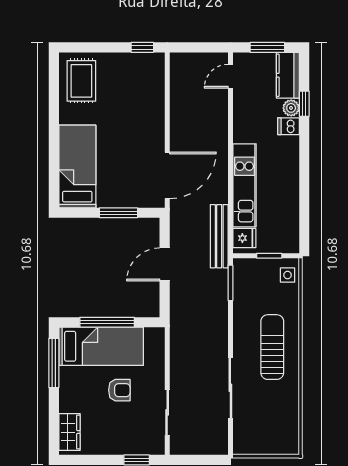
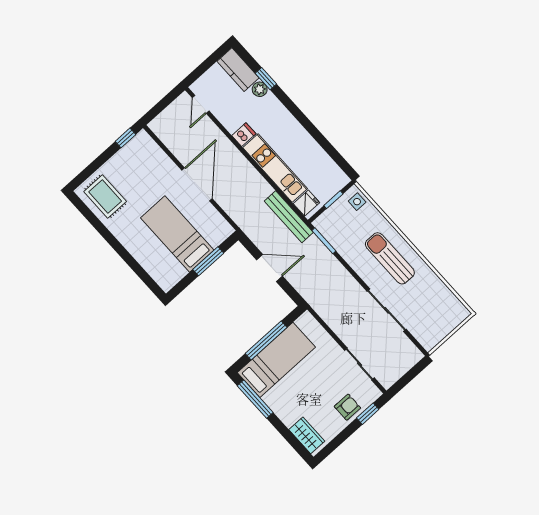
window: (267, 47) -> (208, 63), removed
dishwasher: (288, 126) -> (244, 135), moved, turned 180
bed: (77, 167) -> (177, 234), moved
door: (167, 175) -> (197, 184), moved
door: (165, 264) -> (270, 268), swing flipped
armchair: (119, 390) -> (347, 407), moved

